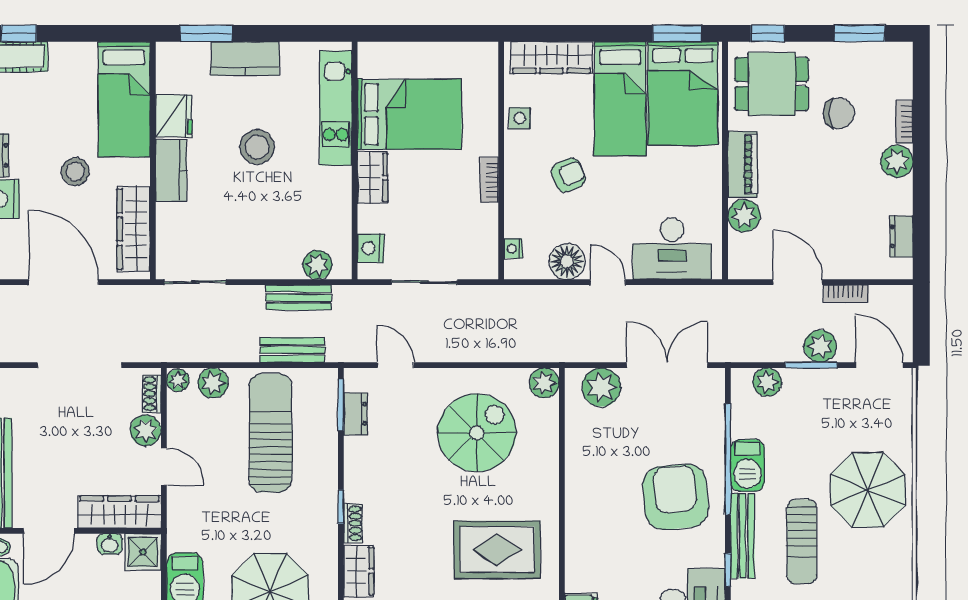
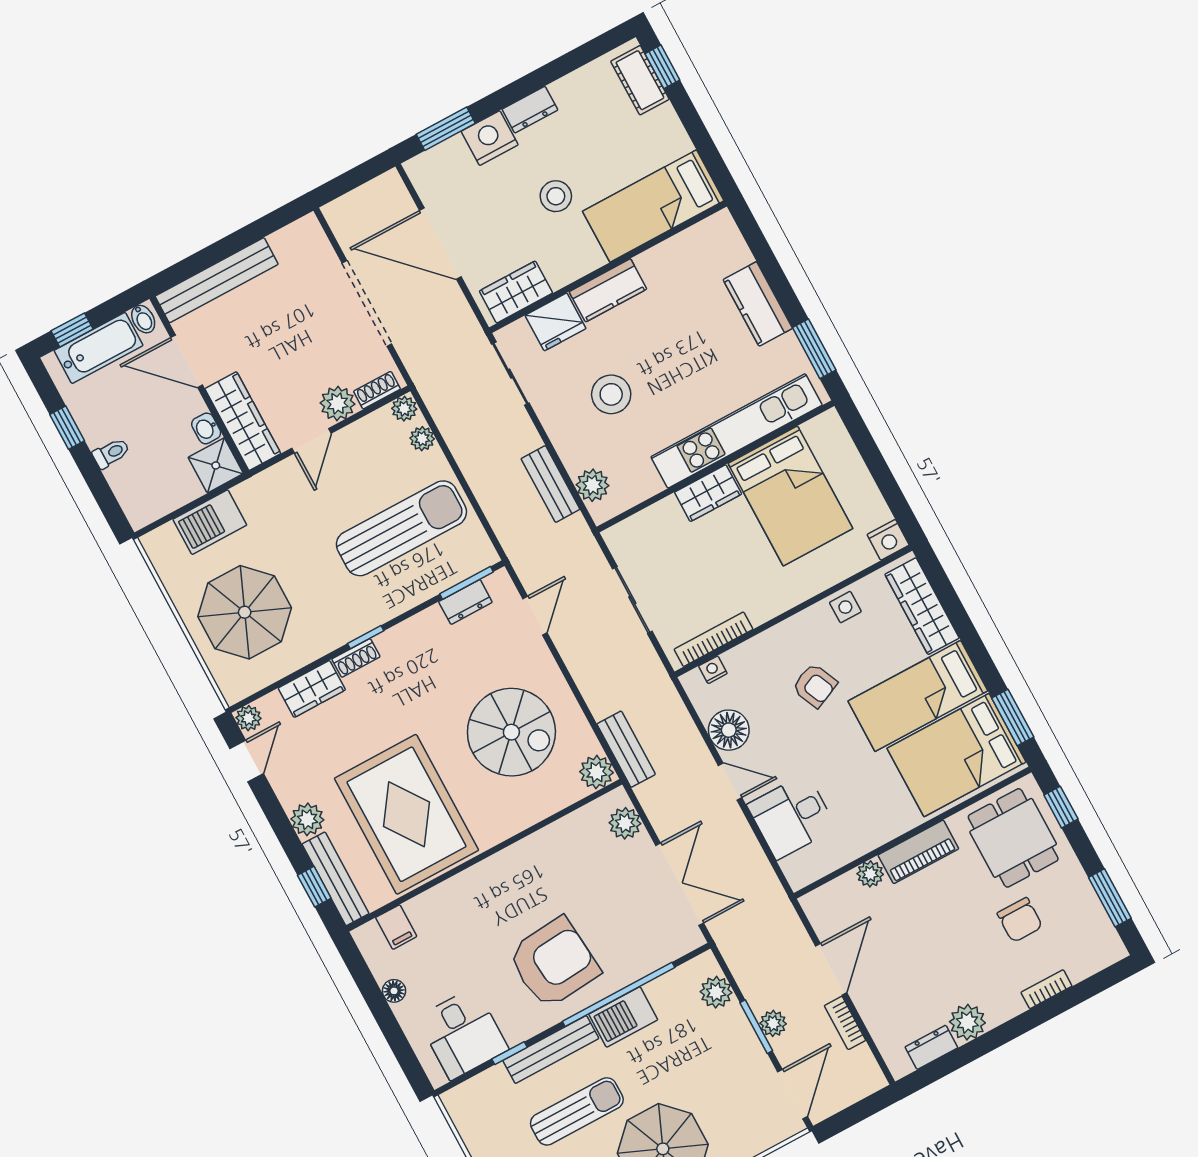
window: (206, 33) -> (814, 349), moved
kitchen unit: (336, 108) -> (737, 431), width x1.36
fridge: (174, 116) -> (556, 322), moved
stool: (257, 147) -> (611, 394), moved
plant: (897, 161) -> (967, 1022), moved
bookcase: (489, 180) -> (713, 639), moved, width x1.56
plant: (744, 216) -> (870, 874), width x0.73, depth x0.73
wardrobe: (134, 229) -> (516, 292), width x0.67
nightstand: (371, 248) -> (888, 540), moved, turned 180
desk: (672, 249) -> (792, 816), width x0.73
door: (64, 282) -> (440, 244), swing flipped
door: (608, 282) -> (730, 782), hinge flipped
plant: (820, 346) -> (773, 1023), width x0.73, depth x0.73
bench: (292, 350) -> (626, 749), moved
plant: (213, 383) -> (422, 439), width x0.73, depth x0.73
plant: (601, 387) -> (625, 823), width x0.73, depth x0.73
sun lounger: (802, 542) -> (577, 1111), turned 180
rug: (497, 550) -> (407, 814), width x1.37, depth x1.44

